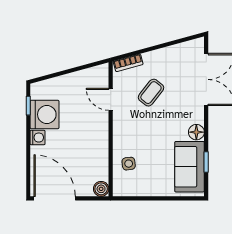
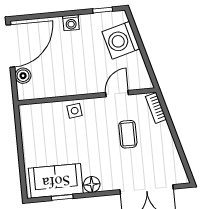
coffee table: (151, 93) -> (128, 134), turned 52
washing machine: (45, 114) -> (121, 40), moved, turned 75
side table: (129, 164) -> (75, 111), moved
boiler: (101, 189) -> (23, 76), moved

